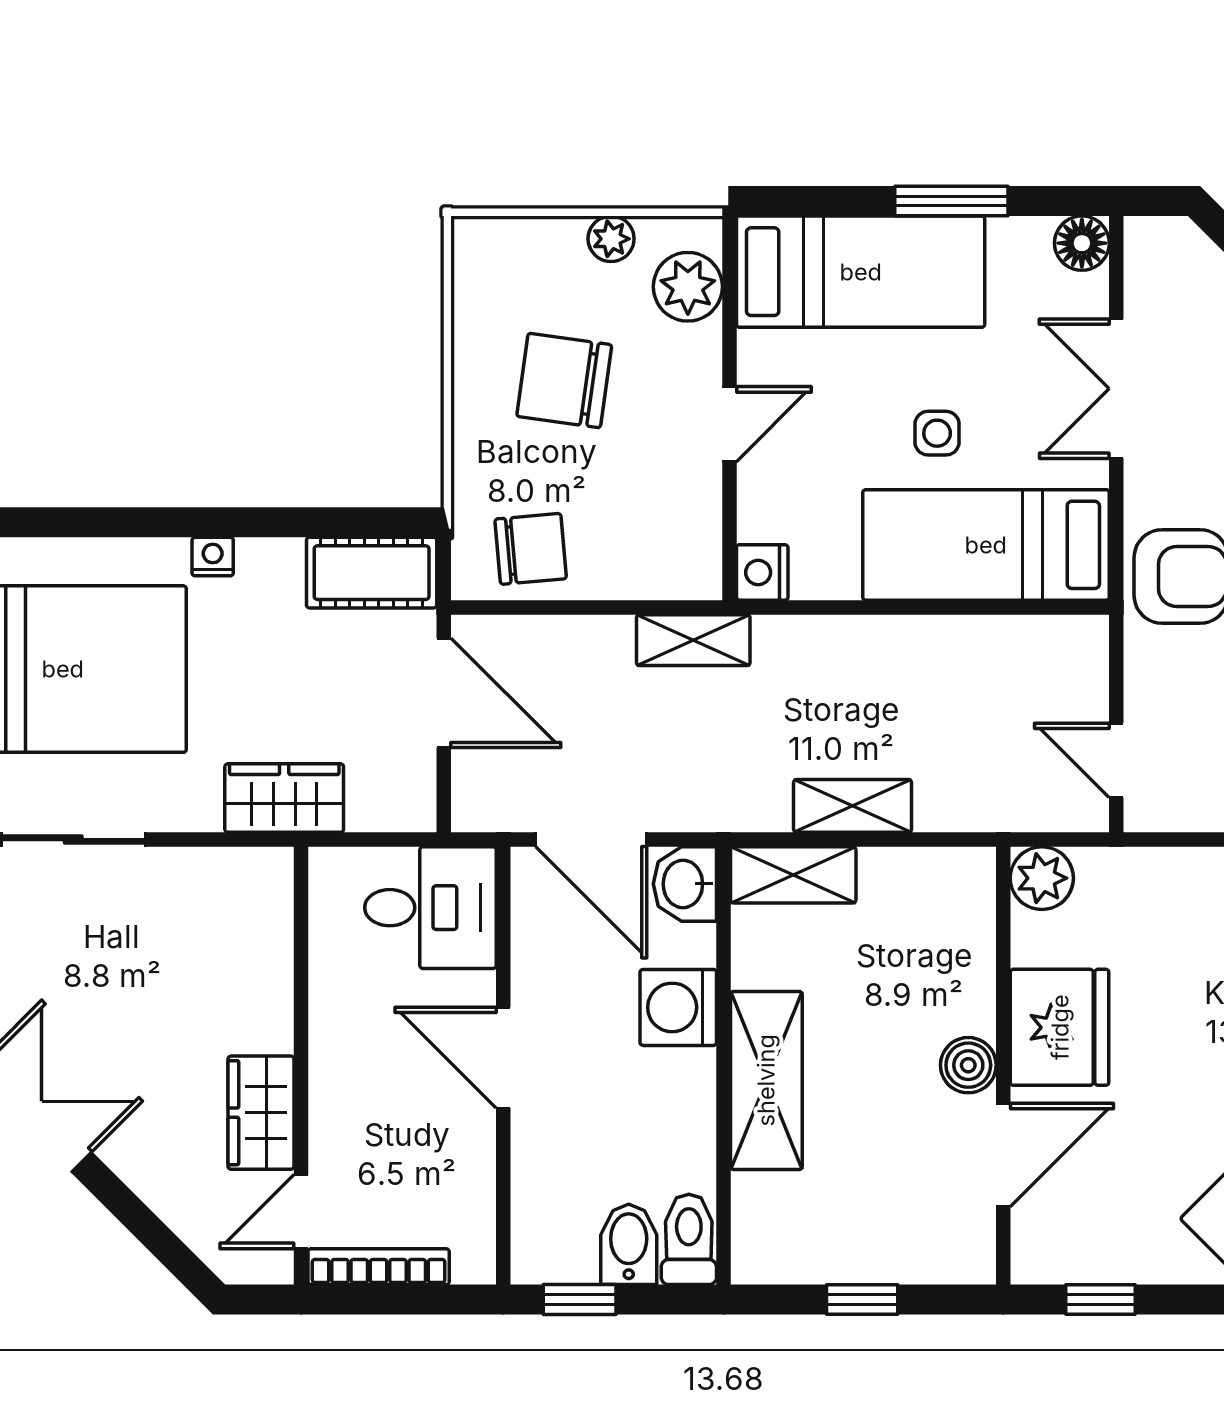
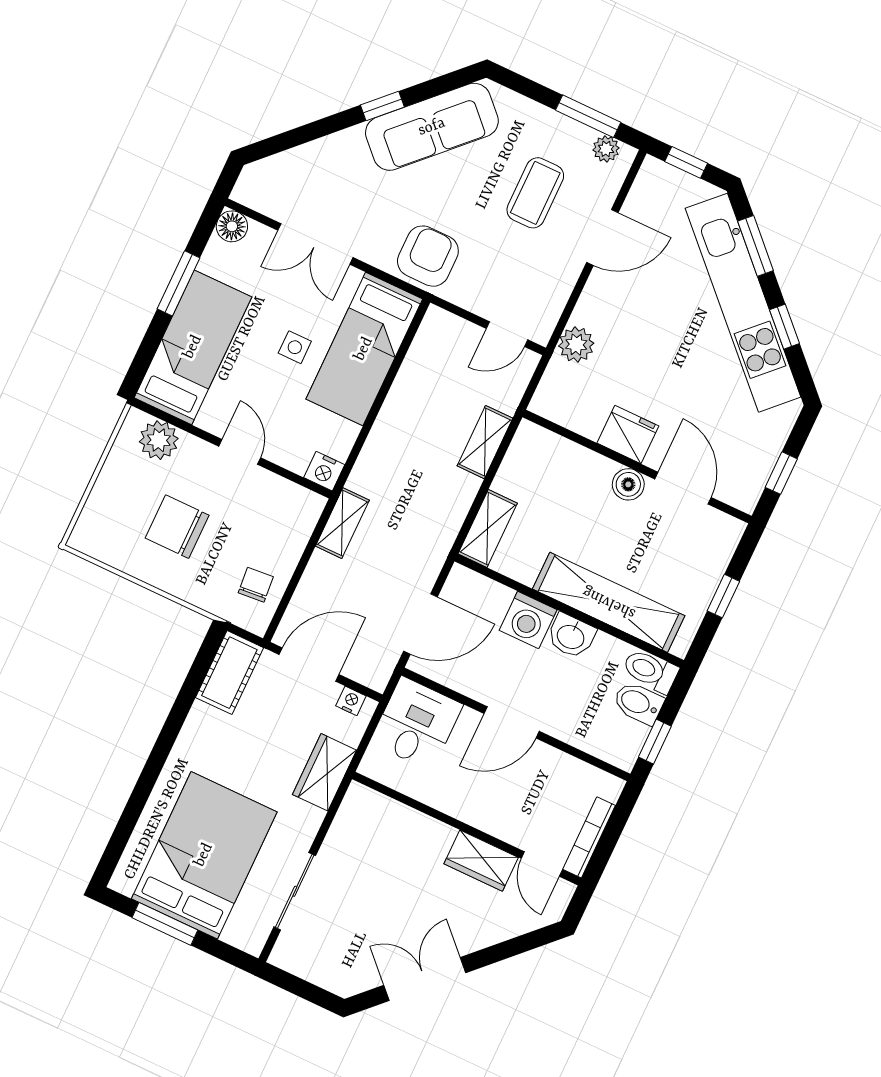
plant: (611, 239) -> (115, 468), removed
chair: (564, 381) -> (177, 527), turned 82
chair: (531, 549) -> (256, 585), width x0.73, depth x0.73
nightstand: (213, 557) -> (351, 701), moved, turned 90
shelving: (853, 806) -> (485, 442), moved
plant: (1042, 878) -> (576, 345), moved
washbasin: (685, 884) -> (571, 636), moved
fridge: (1060, 1027) -> (628, 435), width x0.73, depth x0.75
shelving: (766, 1080) -> (609, 602), width x1.47

